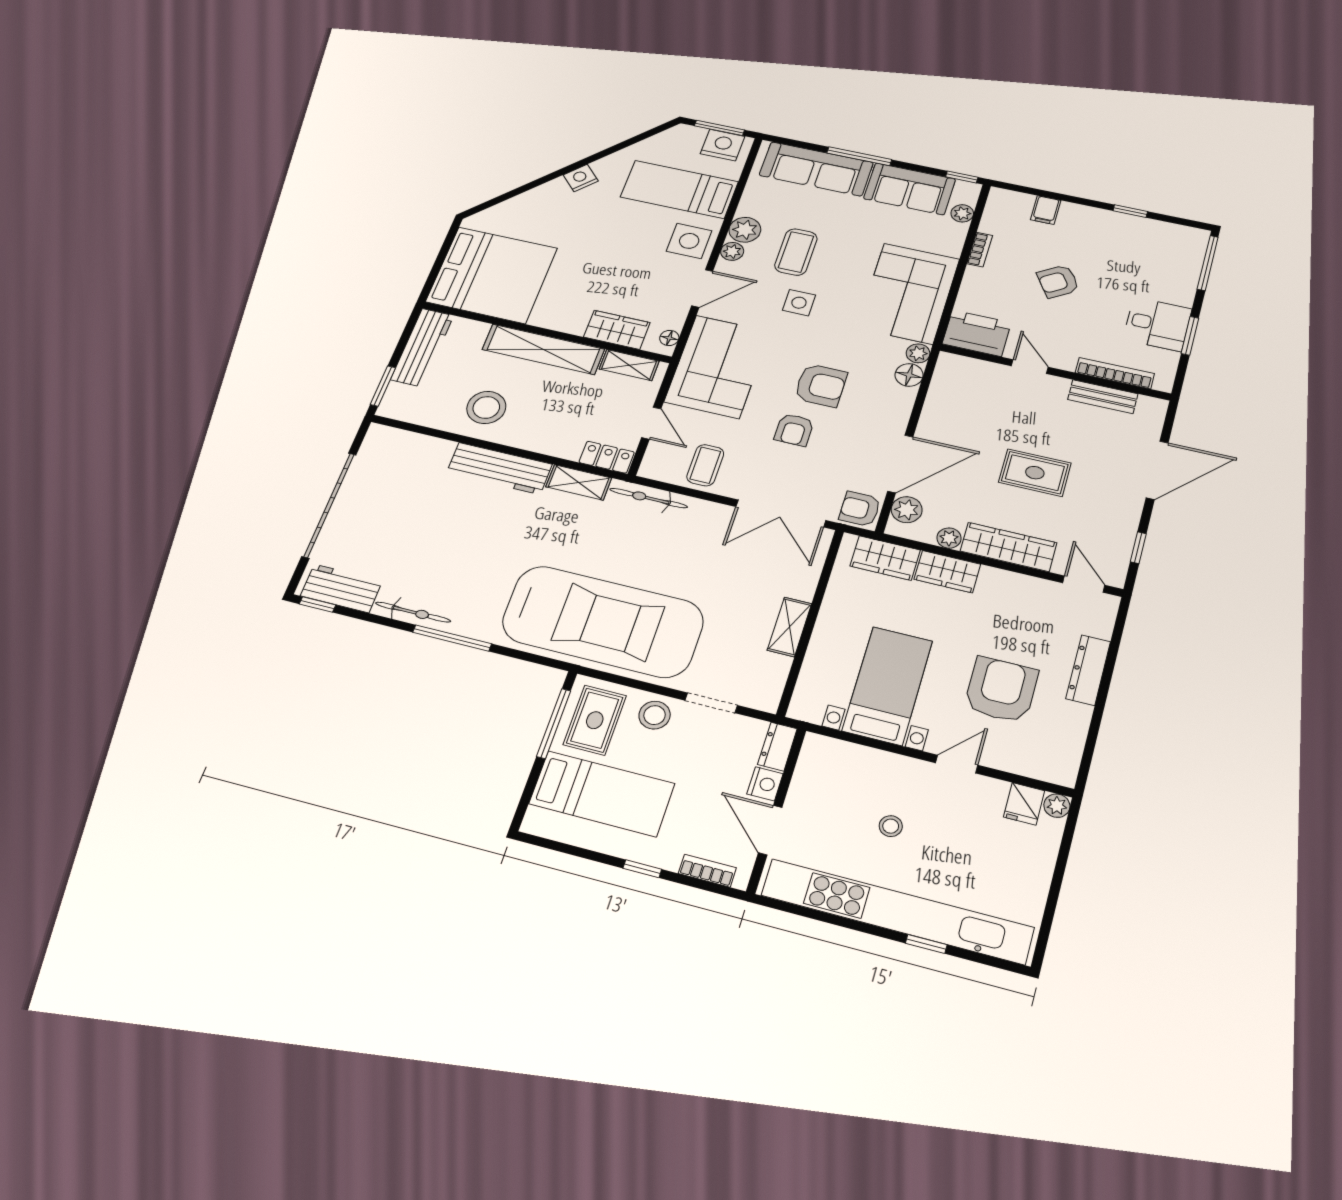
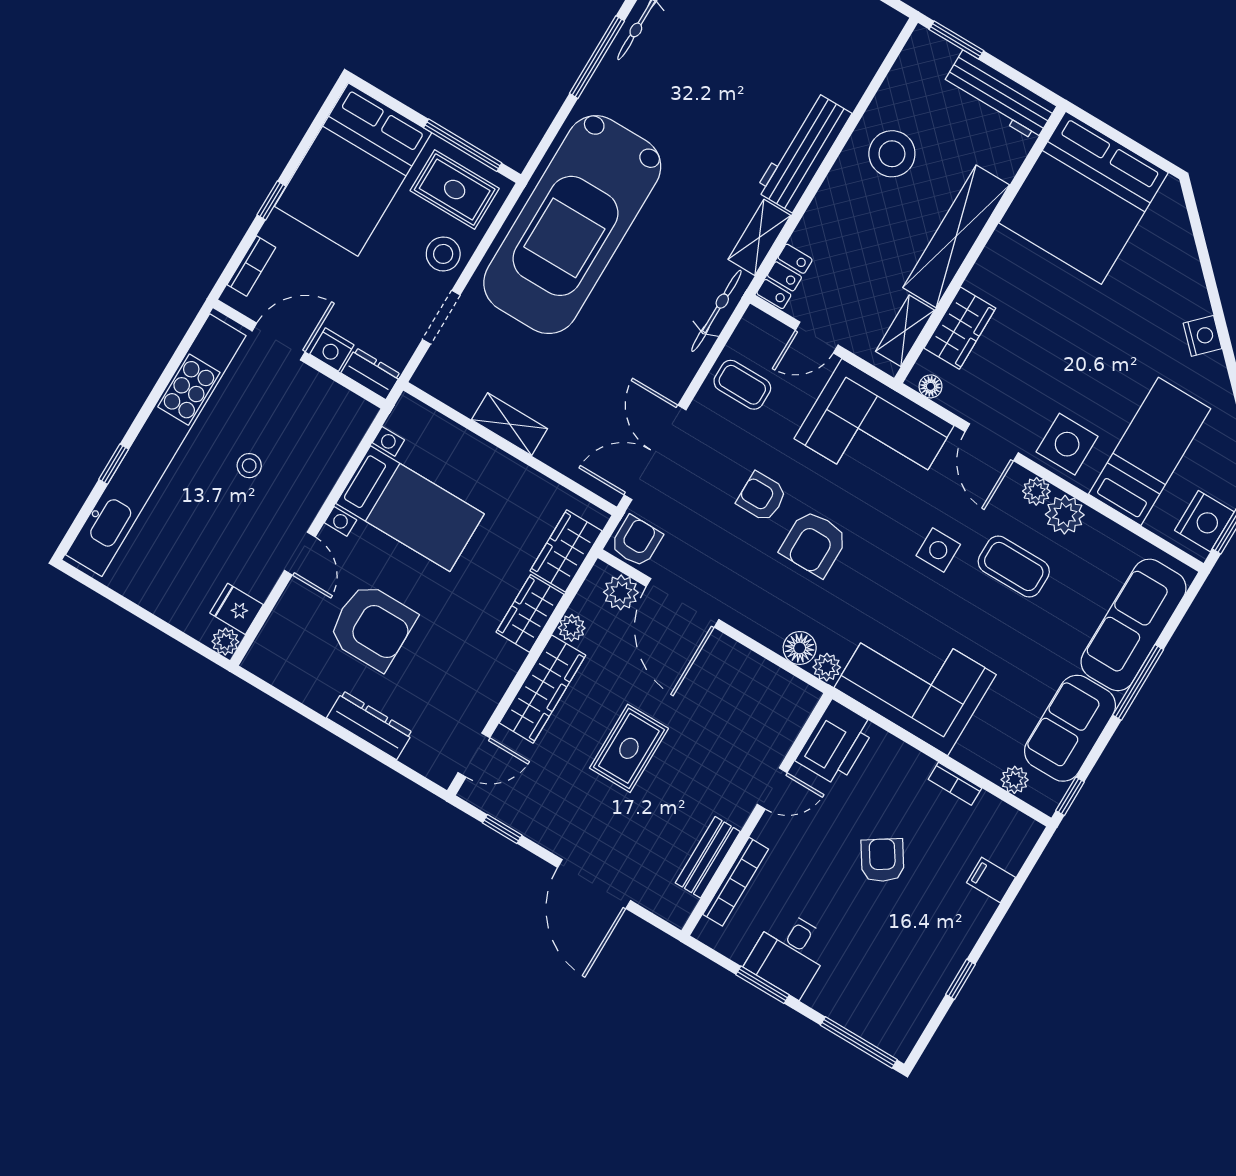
bed: (602, 794) -> (353, 170), width x1.50

